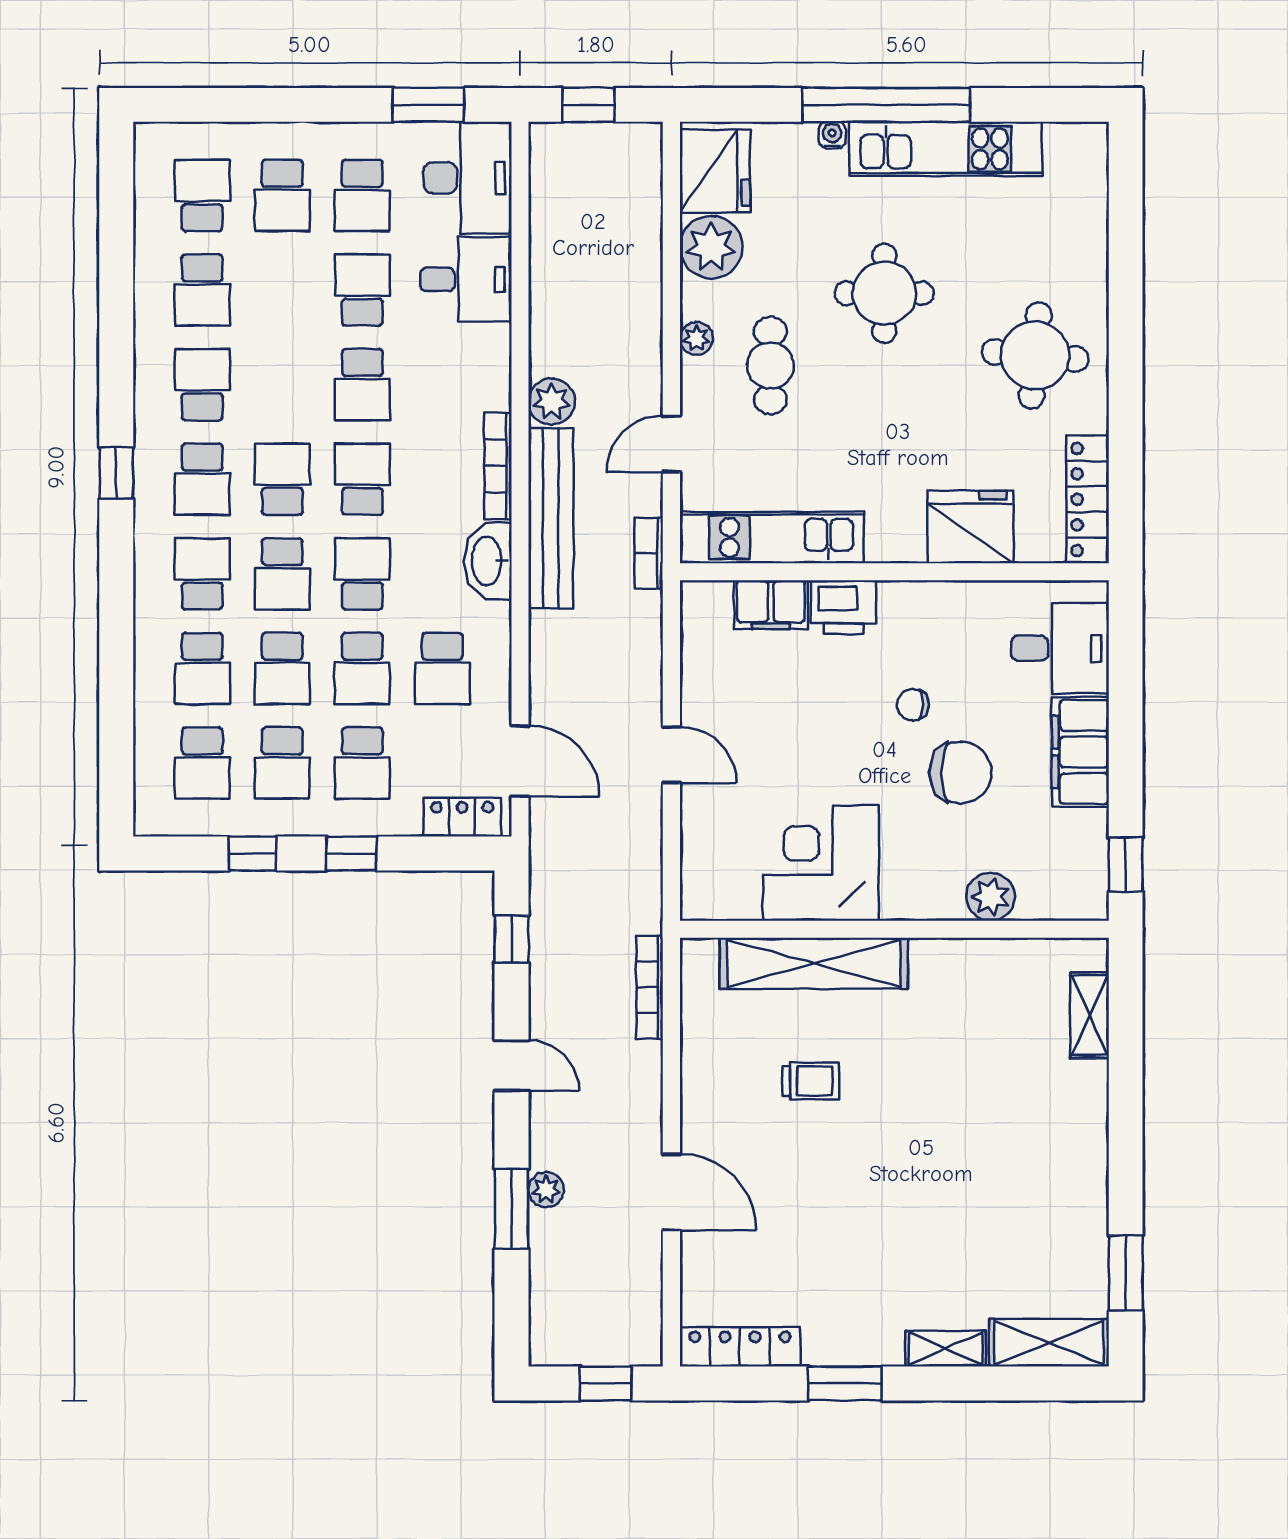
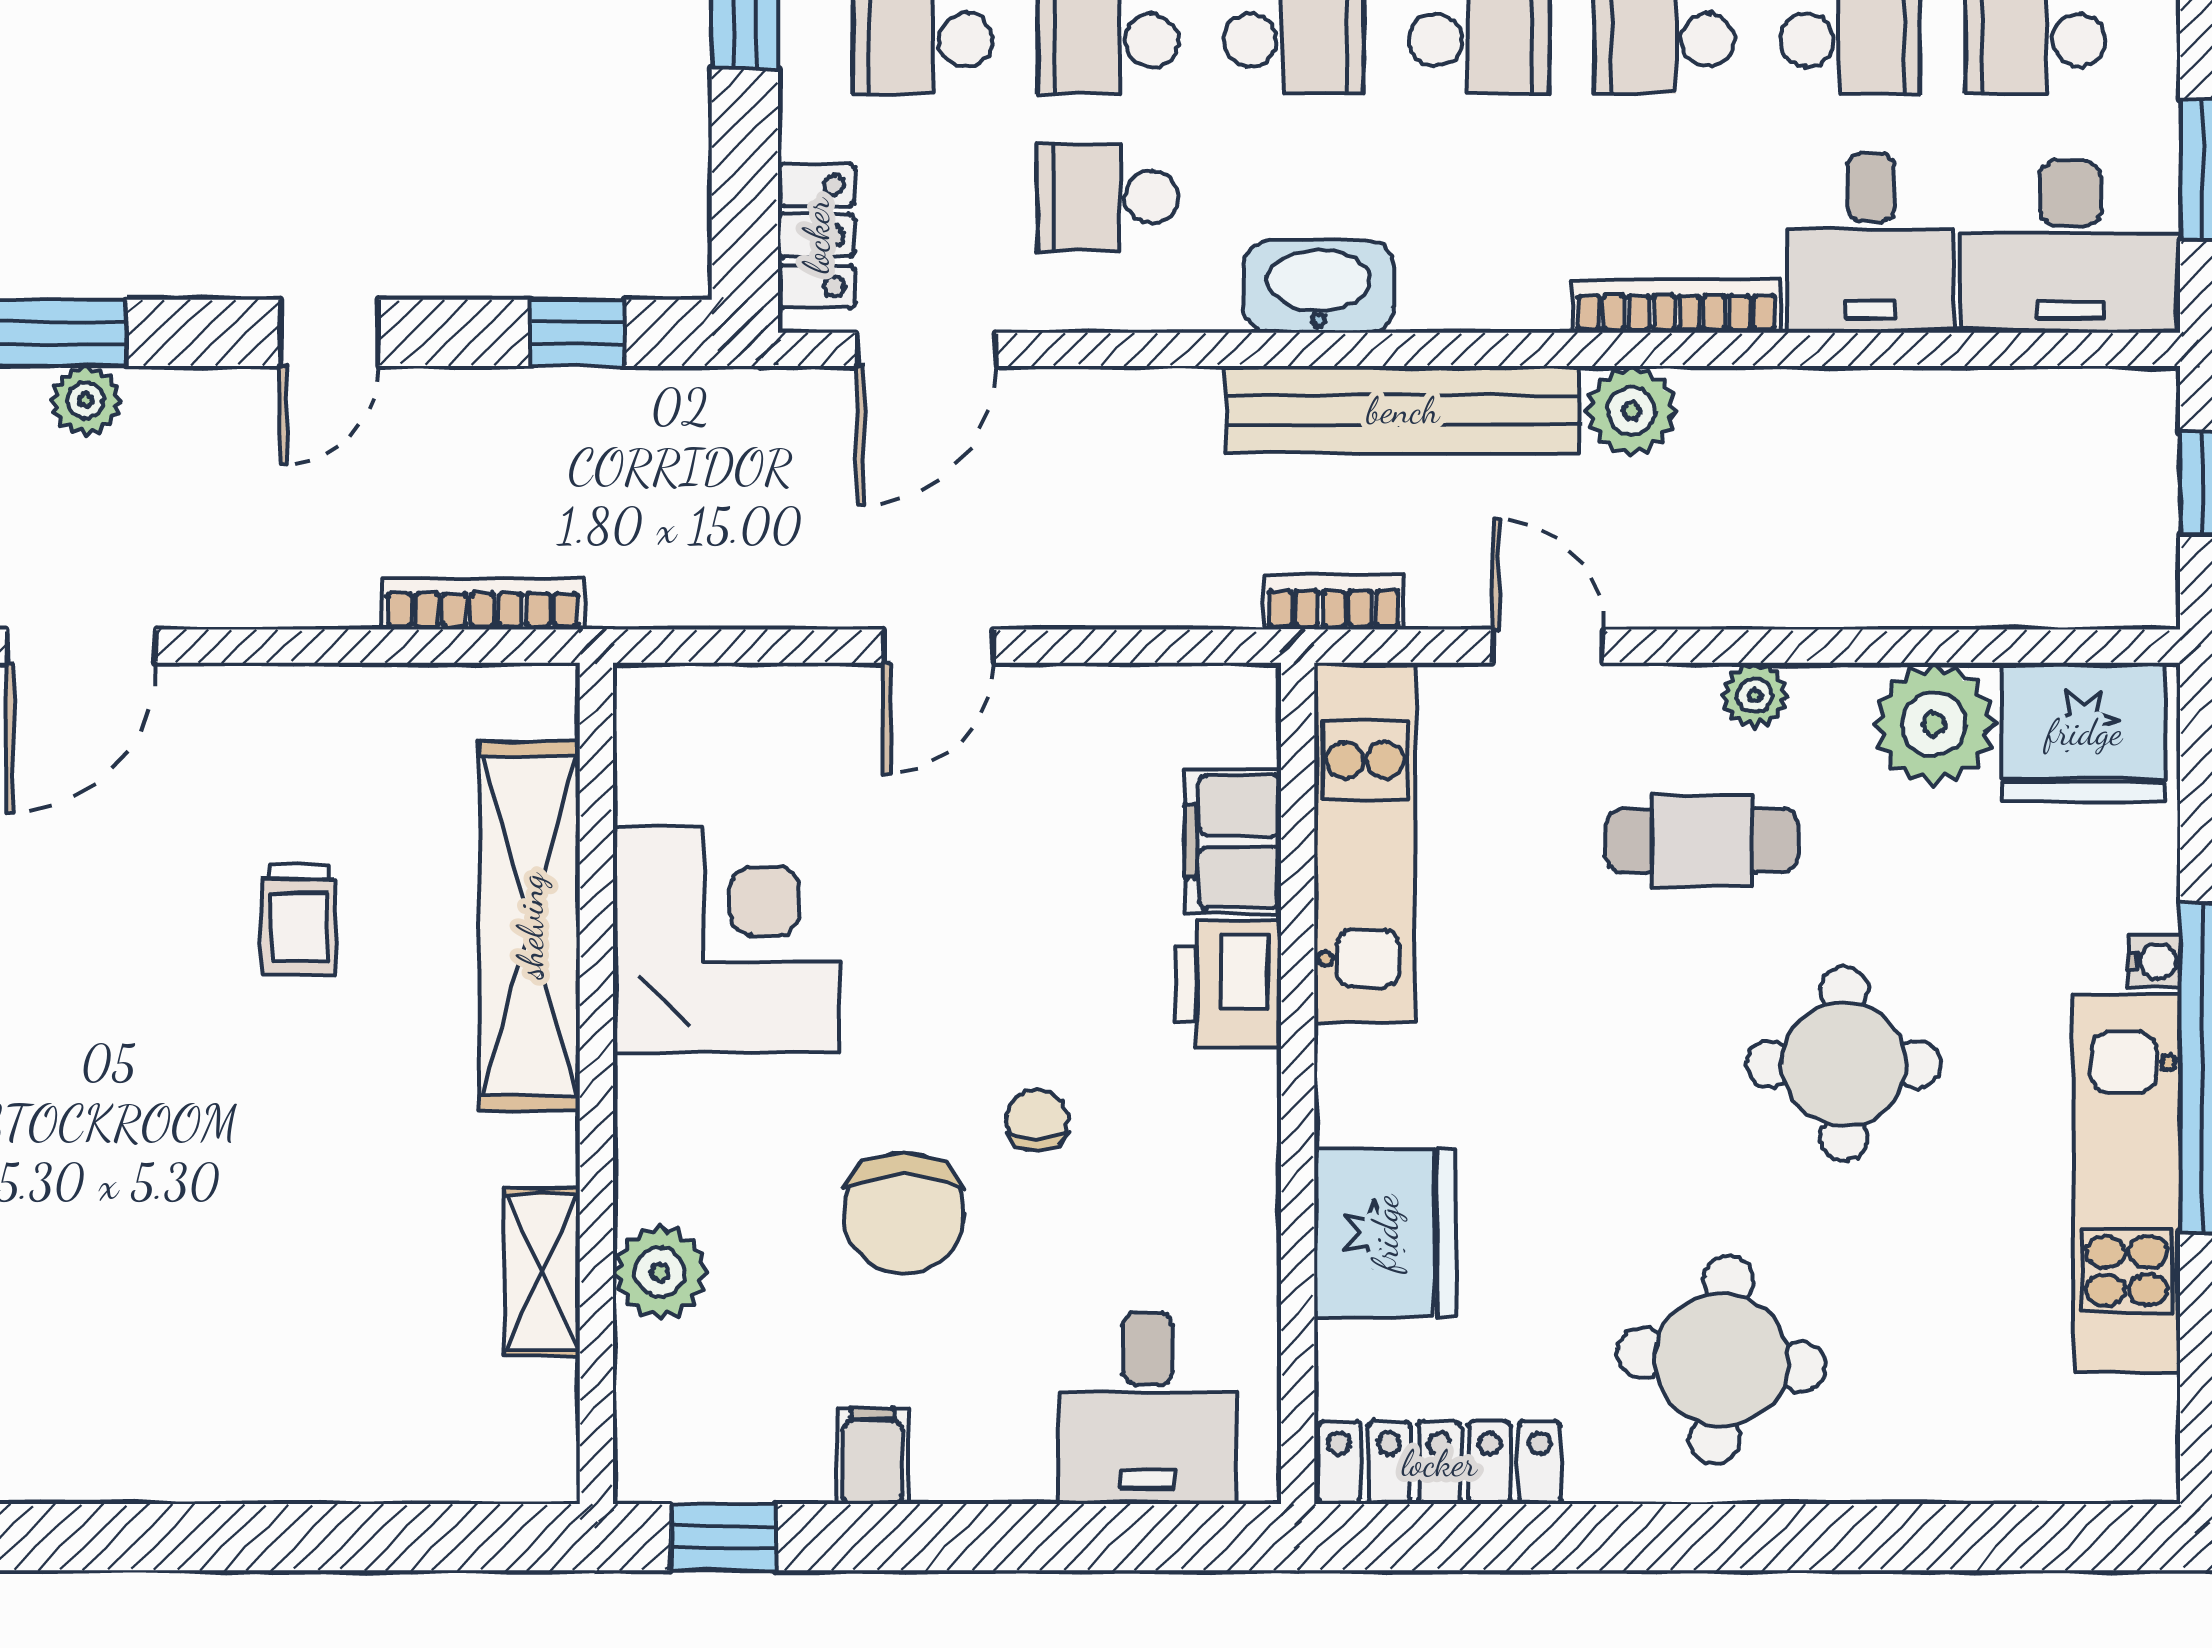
bookcase: (498, 466) -> (1677, 306), moved
filing cabinet: (1080, 752) -> (872, 1456), width x0.33, depth x0.86
shelving: (1090, 1015) -> (542, 1272), moved, turned 90

